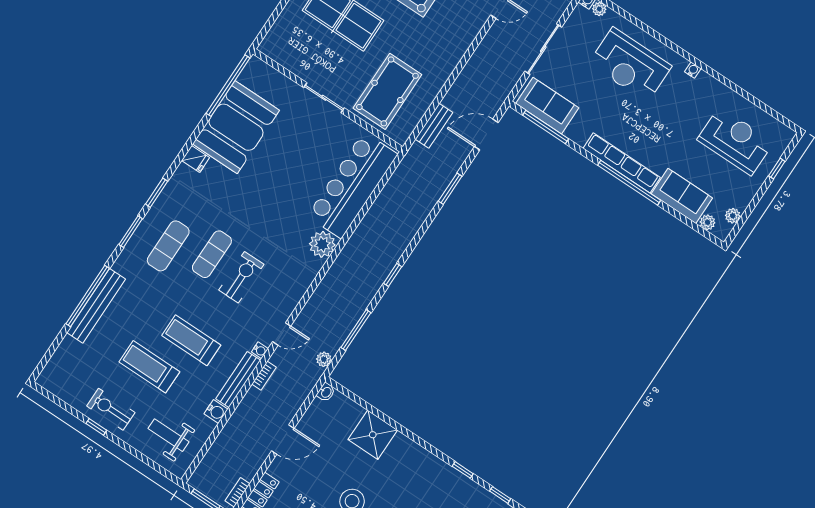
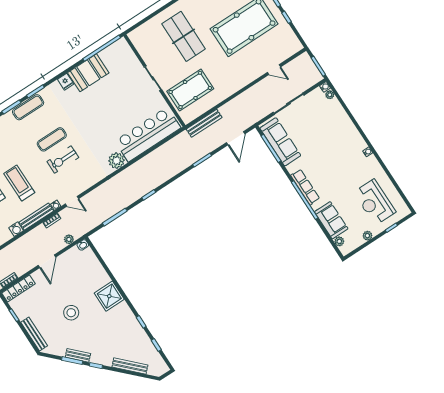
reception desk: (630, 65) -> (334, 134), removed
sofa: (547, 106) -> (280, 142), width x1.36
bench: (434, 126) -> (204, 123), width x1.36
booth: (236, 127) -> (88, 73), width x0.73, depth x0.70
door: (486, 135) -> (236, 138), swing flipped
reception desk: (735, 141) -> (375, 202), turned 180
row of seats: (622, 163) -> (305, 187), width x0.73
plant: (733, 216) -> (367, 236), moved
exercise mat: (168, 246) -> (28, 107), moved
exercise bike: (241, 277) -> (63, 160), turned 180
plant: (324, 359) -> (69, 239), moved
shower: (373, 435) -> (109, 296), moved
door: (283, 440) -> (47, 261), hinge flipped

